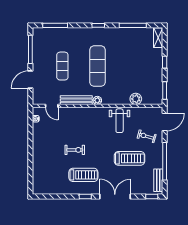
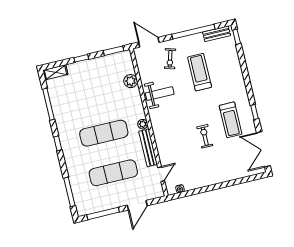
exercise mat: (62, 66) -> (113, 173), width x1.36, depth x1.45
door: (30, 80) -> (137, 205), hinge flipped
treadmill: (83, 175) -> (231, 120), turned 180
double door: (115, 196) -> (263, 149), moved

